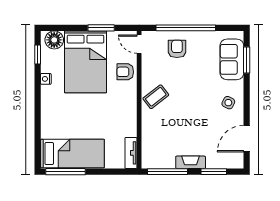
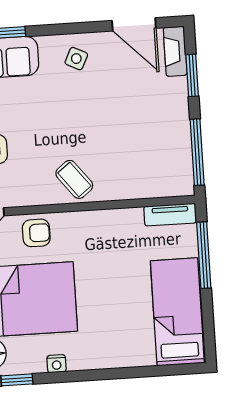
armchair: (125, 72) -> (36, 233), turned -90
fireplace: (191, 162) -> (175, 51), moved
window: (66, 172) -> (204, 255), moved

